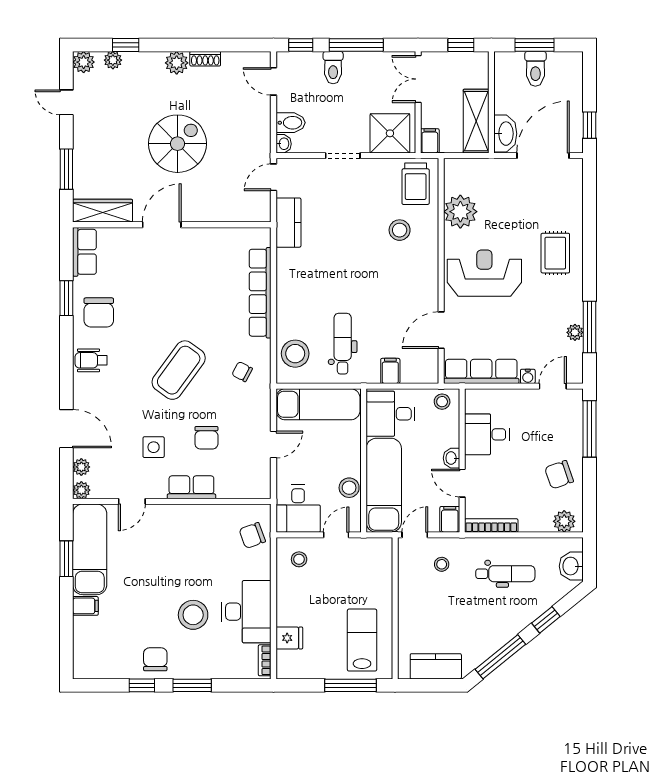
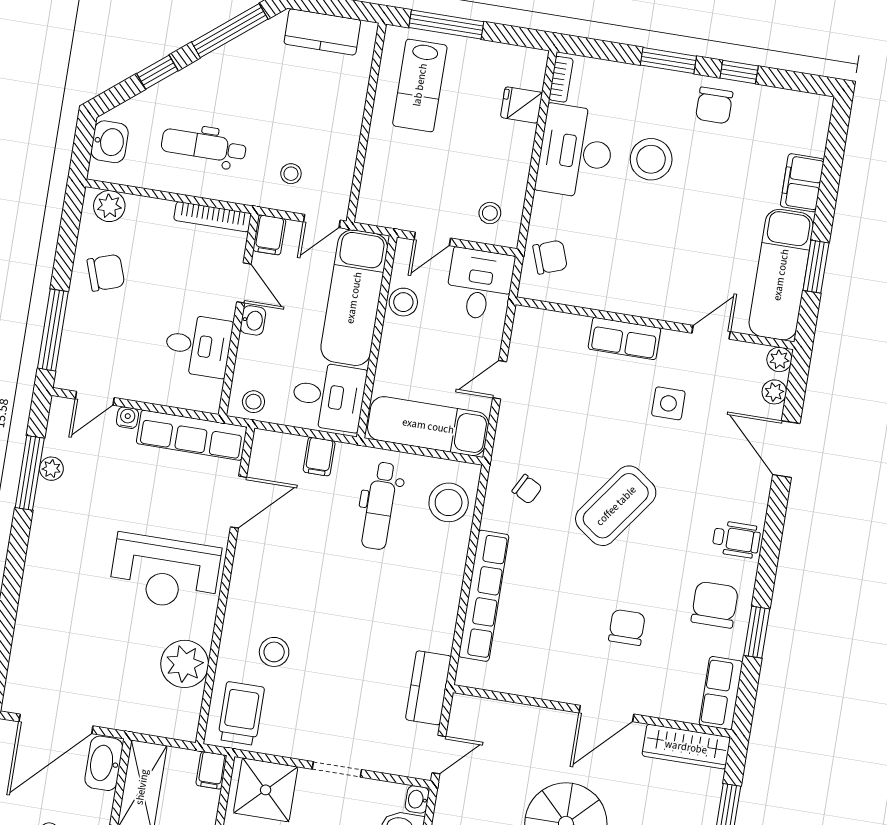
rug: (555, 253) -> (61, 584), removed
chair: (206, 438) -> (627, 627), moved
filing cabinet: (85, 606) -> (802, 183), width x2.00

